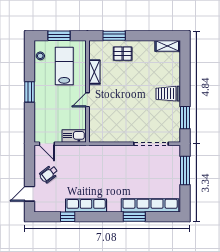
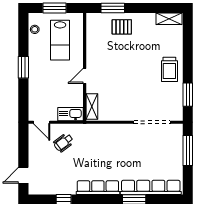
lab bench: (64, 66) -> (60, 40), turned 180
shelving: (94, 72) -> (92, 106), moved
trolley: (168, 94) -> (169, 69), turned -90
wheelchair: (49, 174) -> (64, 143), moved
row of seats: (86, 206) -> (98, 188), moved

